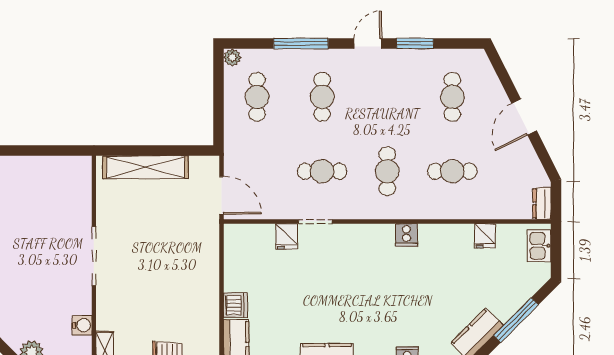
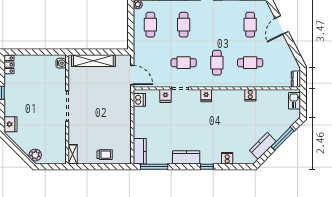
door: (524, 117) -> (282, 25), moved
cooker: (406, 235) -> (250, 95), moved
fridge: (485, 236) -> (206, 96), moved
dishwasher: (235, 305) -> (139, 100), moved
water cooler: (82, 325) -> (61, 63), moved

